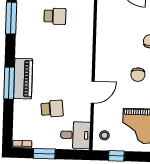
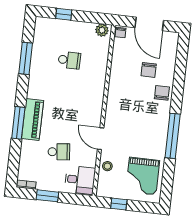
chair: (138, 75) -> (149, 70), moved
door: (93, 92) -> (101, 139), swing flipped
stool: (104, 135) -> (107, 166), moved

